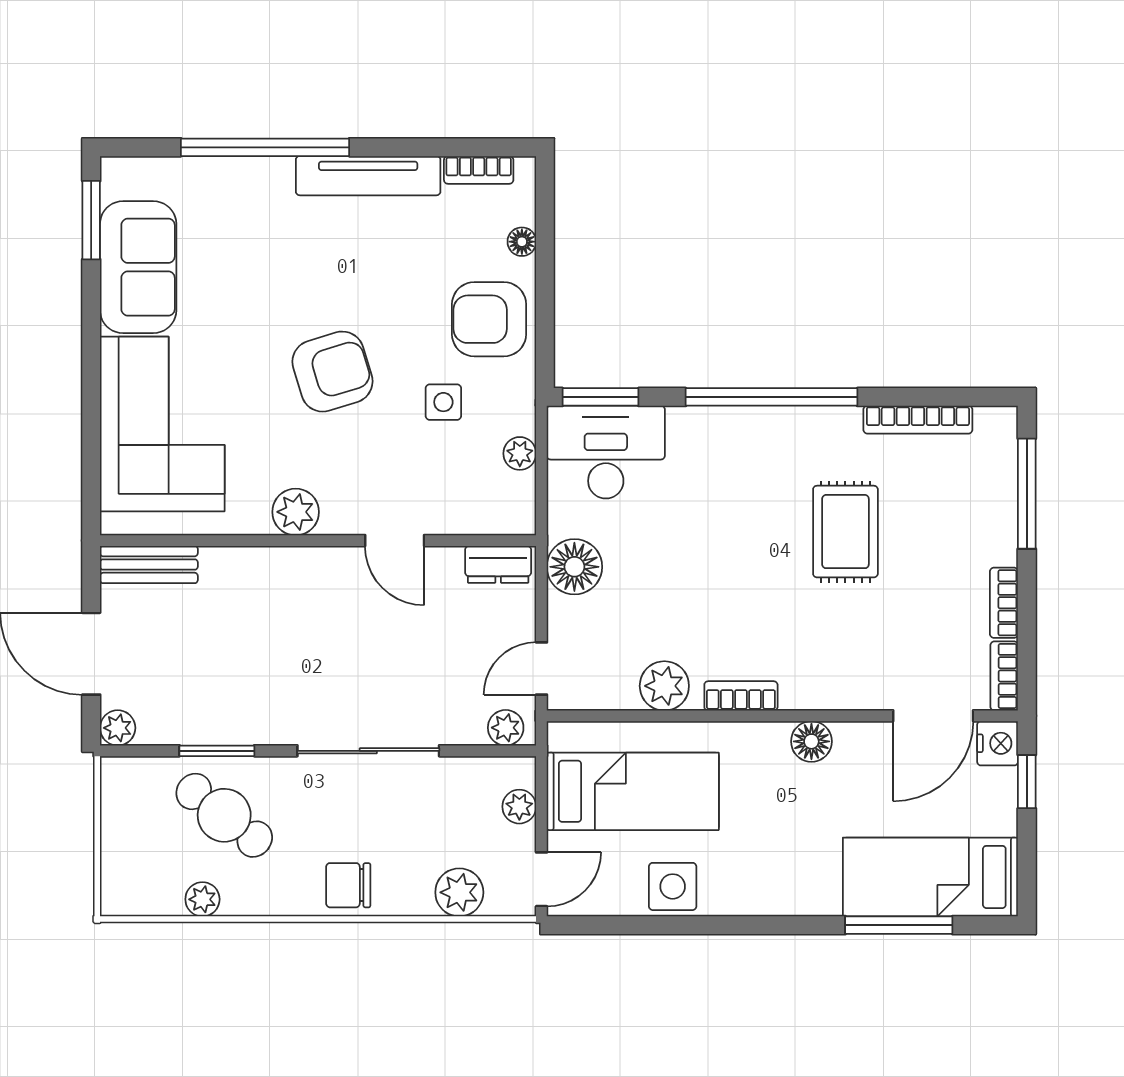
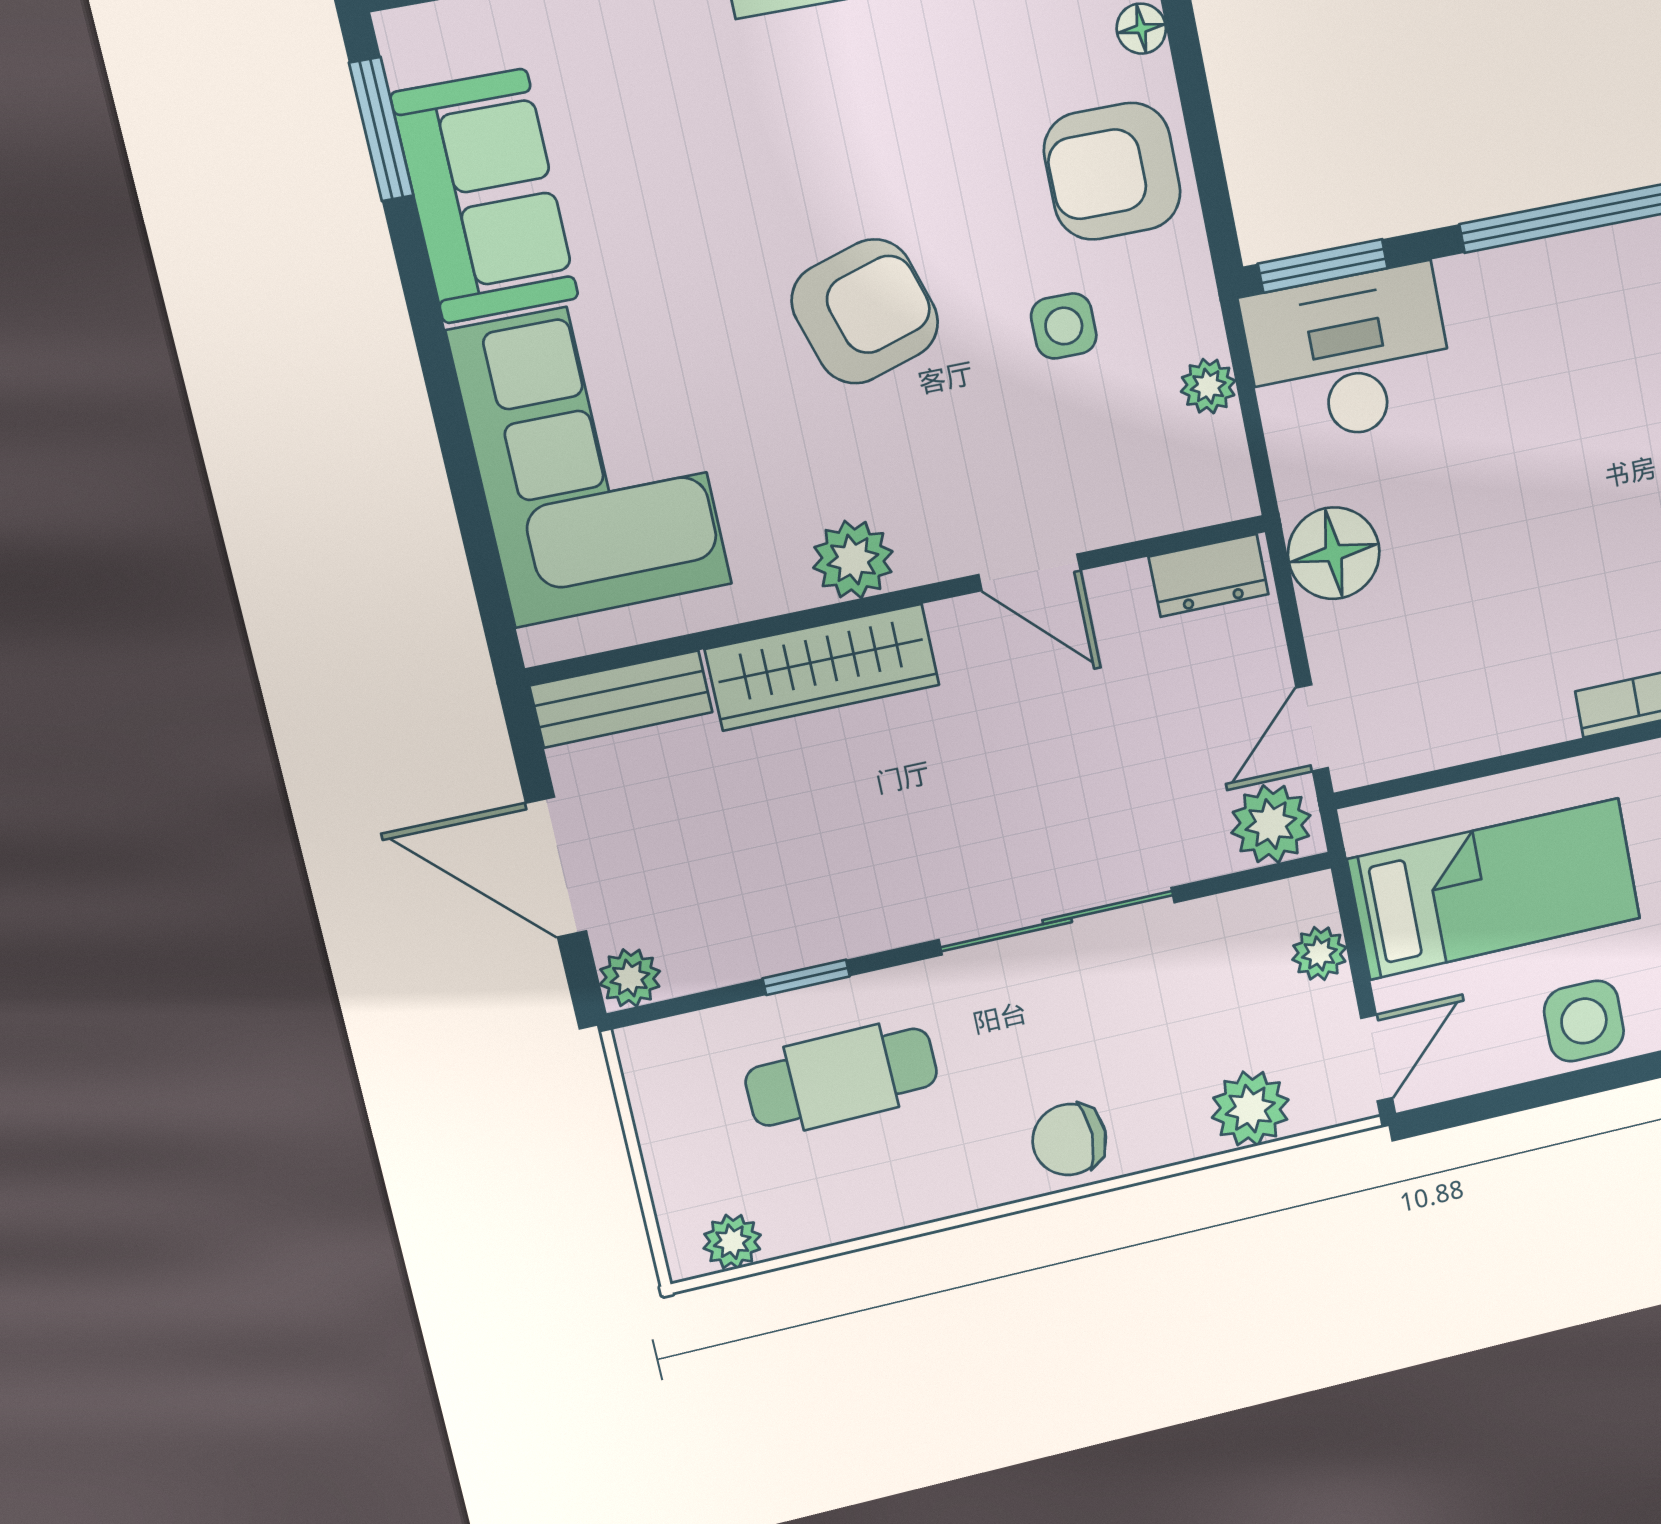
wardrobe: (265, 571) -> (823, 667), added
plant: (664, 686) -> (1514, 713), removed
plant: (506, 728) -> (1271, 824), width x1.38, depth x1.38
window: (217, 751) -> (806, 977), width x0.67
cafe table: (224, 815) -> (841, 1077), turned -39
plant: (202, 899) -> (732, 1242), moved

